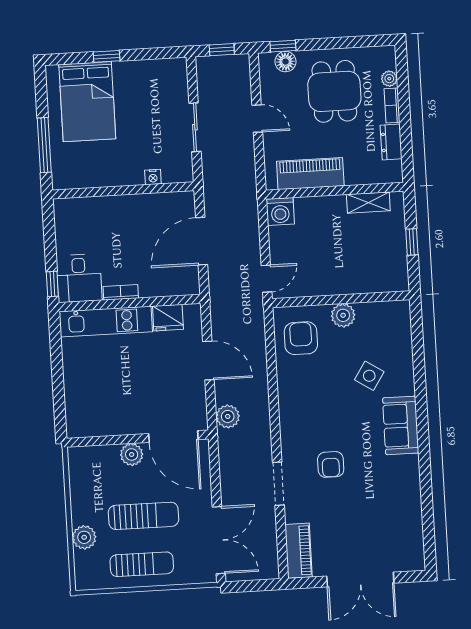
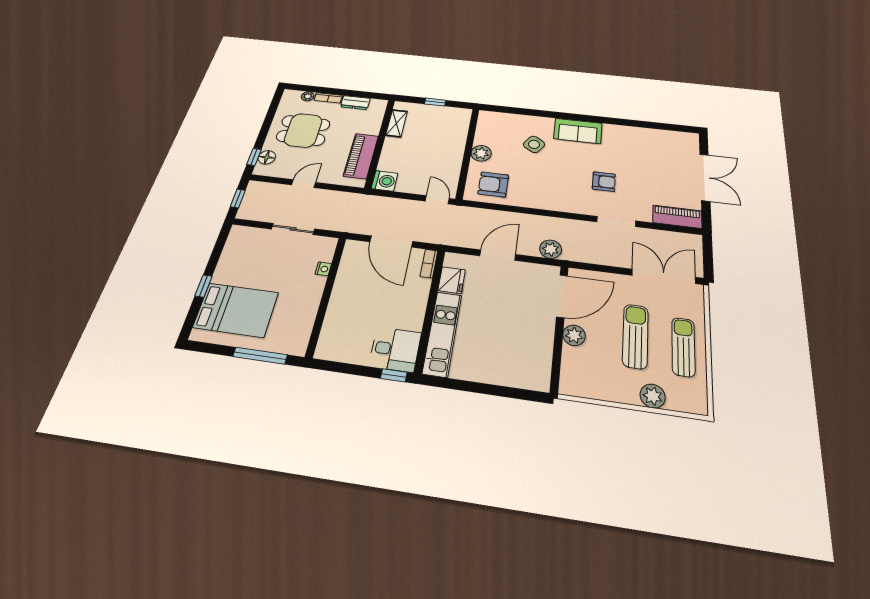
bookcase: (121, 292) -> (429, 264), moved

